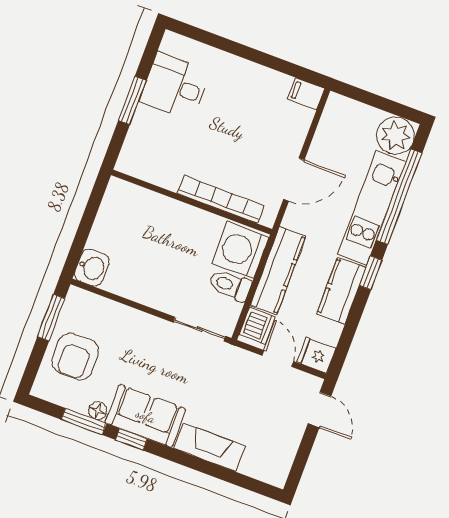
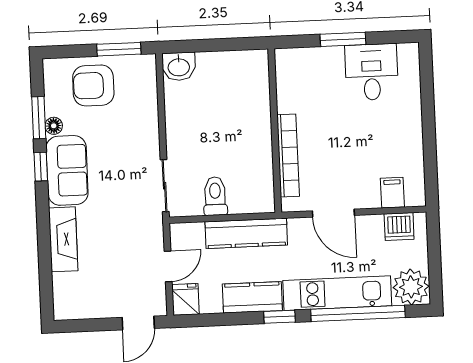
filing cabinet: (306, 94) -> (392, 193), moved
washing machine: (240, 250) -> (250, 192), removed
dishwasher: (257, 326) -> (399, 226), moved

